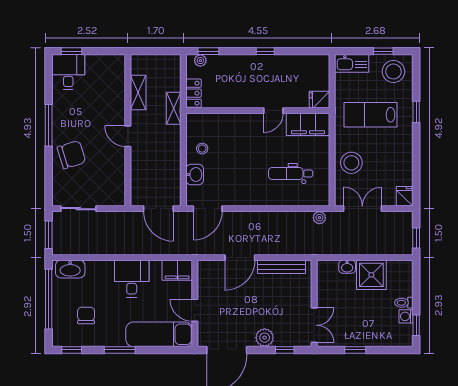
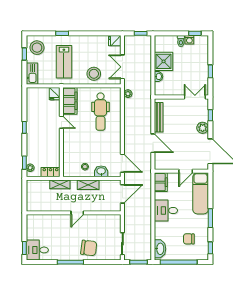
shelving: (138, 92) -> (88, 185), moved
chair: (71, 155) -> (89, 248), turned 114
dental chair: (291, 174) -> (100, 112), width x1.36, depth x1.38

